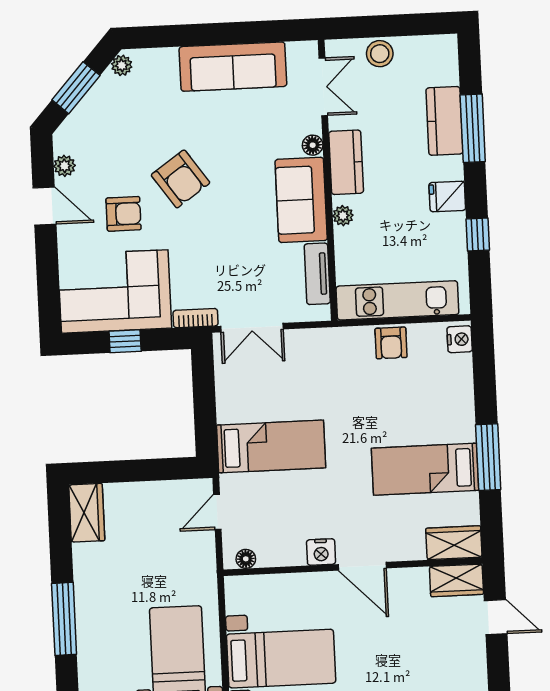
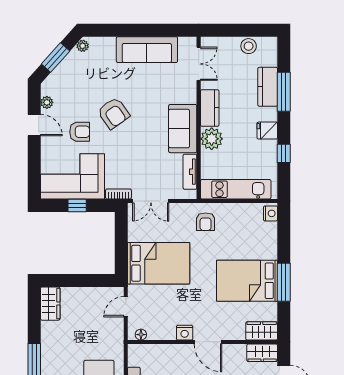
stool: (380, 54) -> (249, 46), moved
floor lamp: (313, 145) -> (191, 97), removed
plant: (343, 216) -> (212, 139), width x1.87, depth x1.87
armchair: (391, 343) -> (206, 222), moved
bed: (271, 446) -> (159, 263), width x1.50
bed: (425, 469) -> (247, 281), width x1.50

